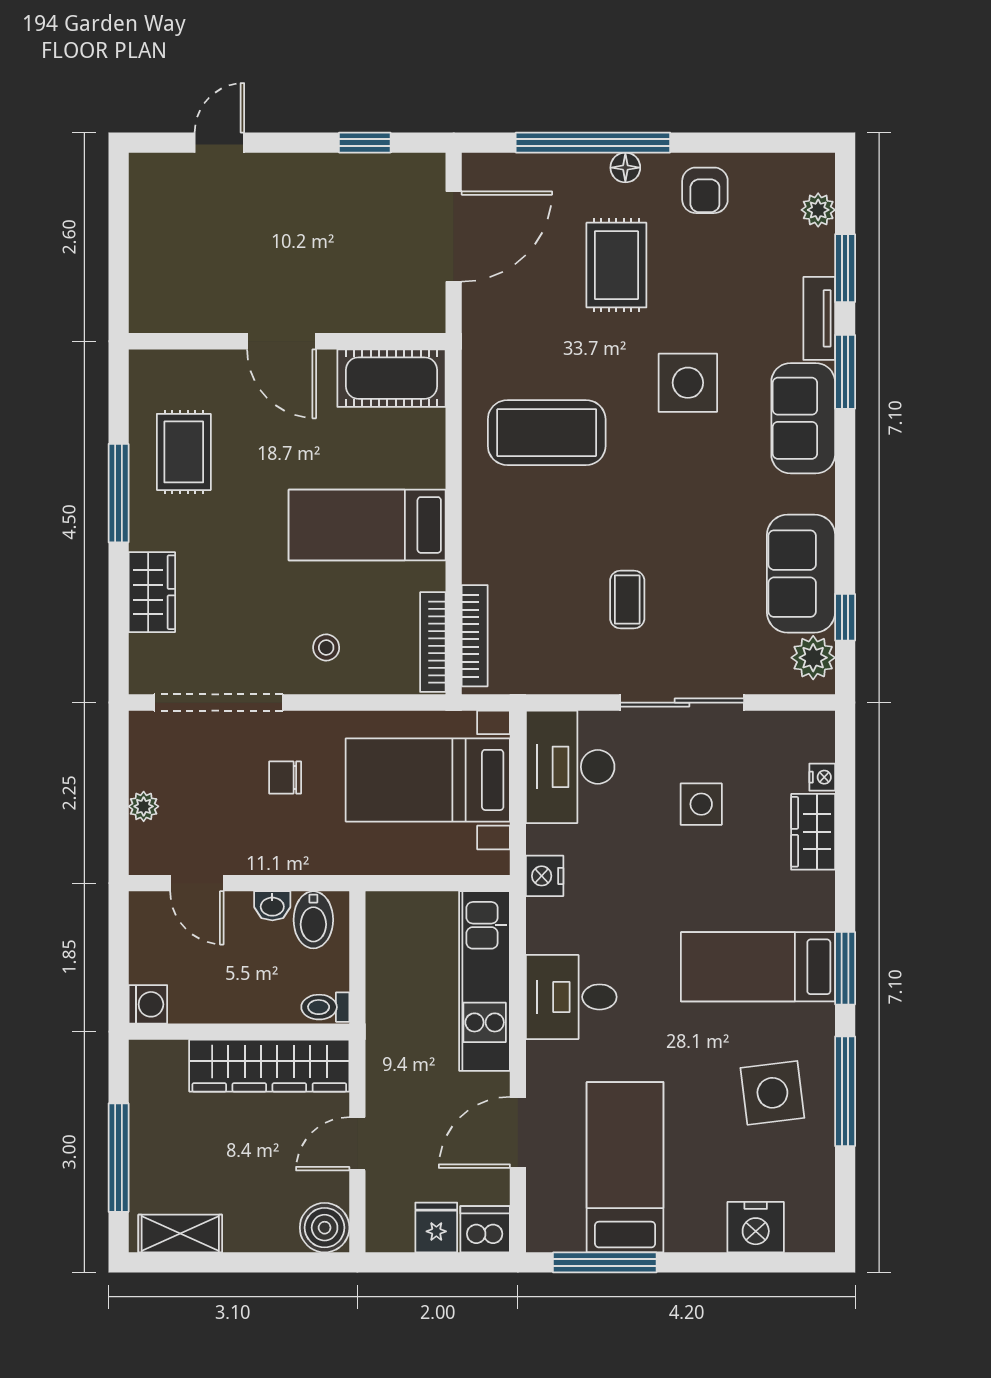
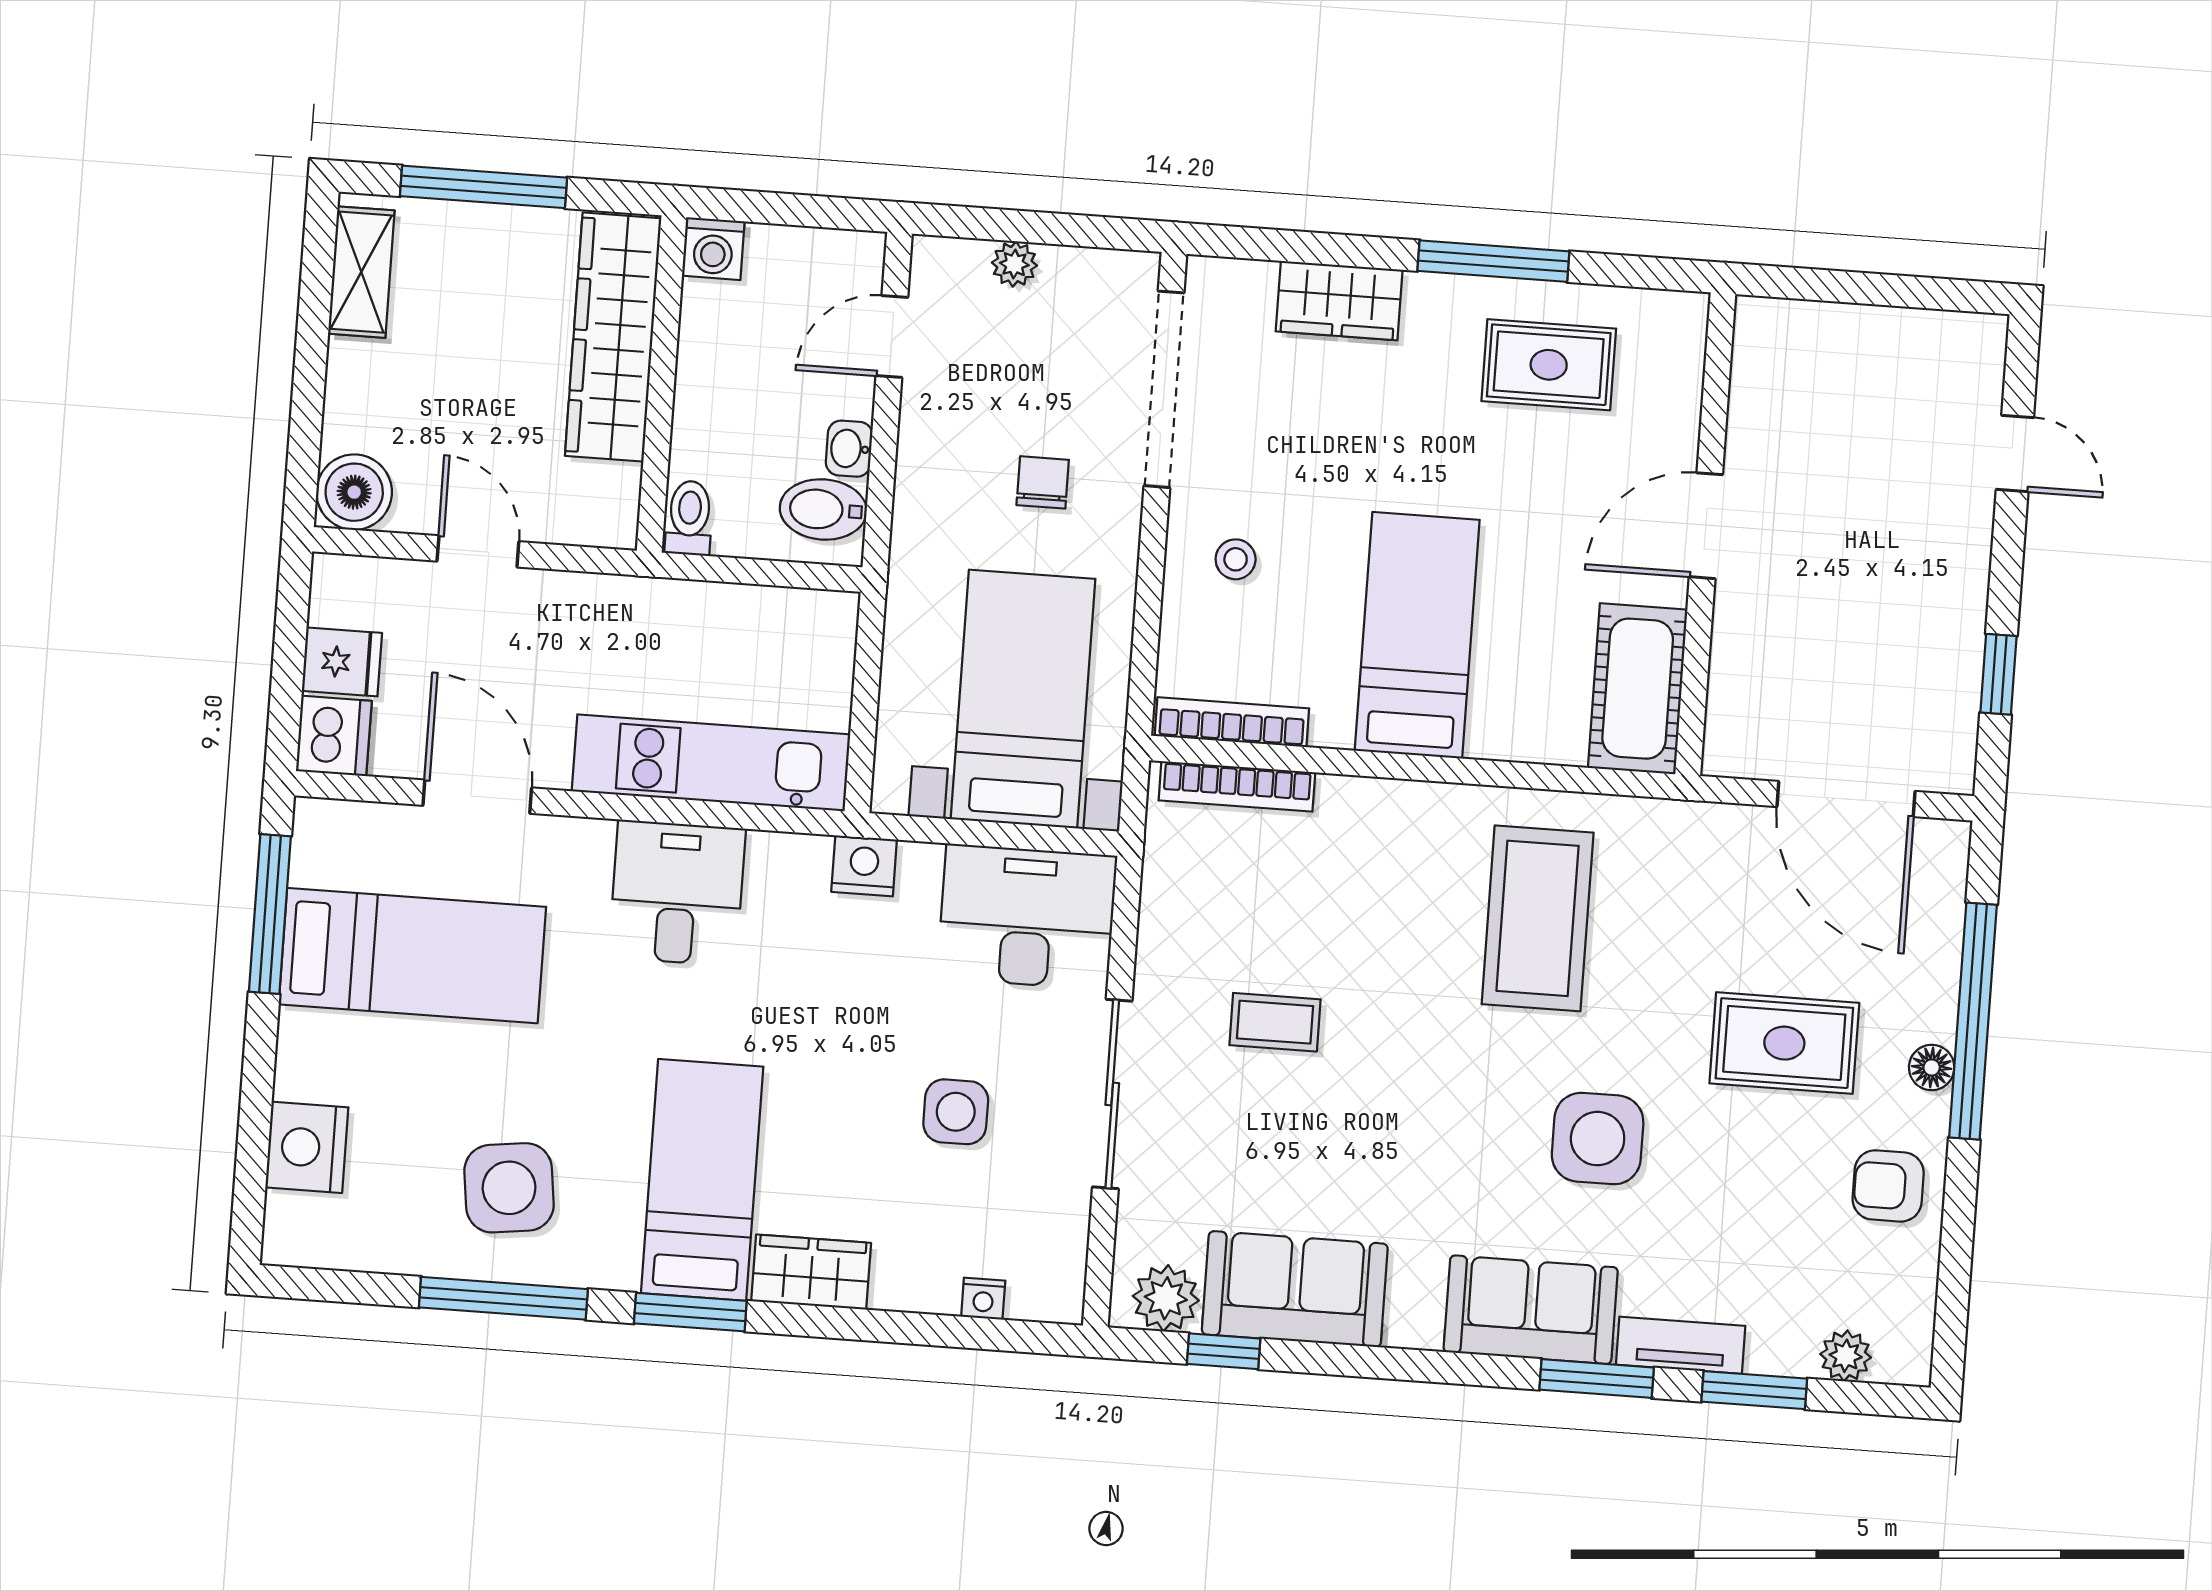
wardrobe: (813, 832) -> (811, 1272), moved
wardrobe: (269, 1066) -> (613, 337), moved

